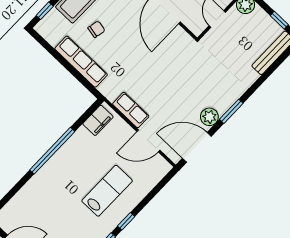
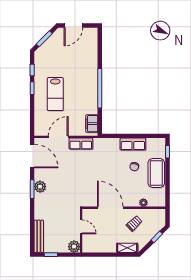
row of seats: (81, 62) -> (133, 144), width x0.68
plant: (209, 117) -> (40, 187), moved
door: (197, 147) -> (32, 156), hinge flipped

